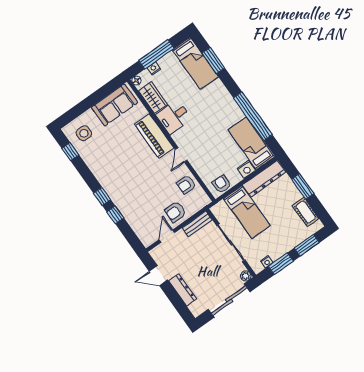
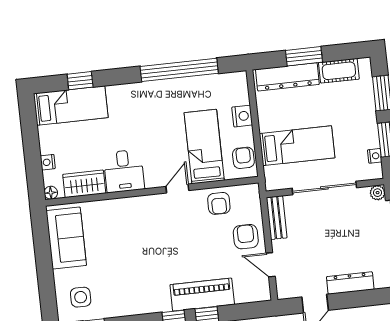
window: (156, 54) -> (32, 149), removed
window: (213, 61) -> (80, 81), width x0.67
piano: (154, 136) -> (202, 295), moved, turned 180
bed: (251, 143) -> (204, 147), moved, turned 90
door: (181, 155) -> (177, 188), swing flipped
dresser: (264, 179) -> (287, 77), moved, turned 90
armchair: (222, 184) -> (243, 158), turned 90
armchair: (175, 212) -> (246, 237), turned 180

